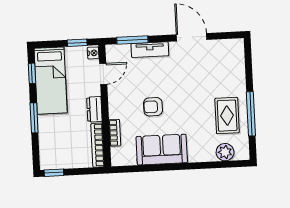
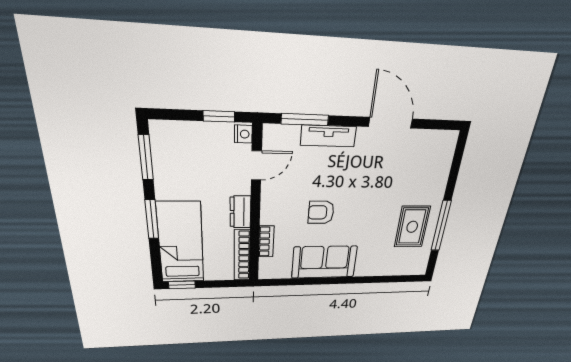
window: (32, 73) -> (146, 158), width x1.50
bed: (51, 81) -> (181, 243), moved, turned 180
plant: (225, 152) -> (399, 266), removed

